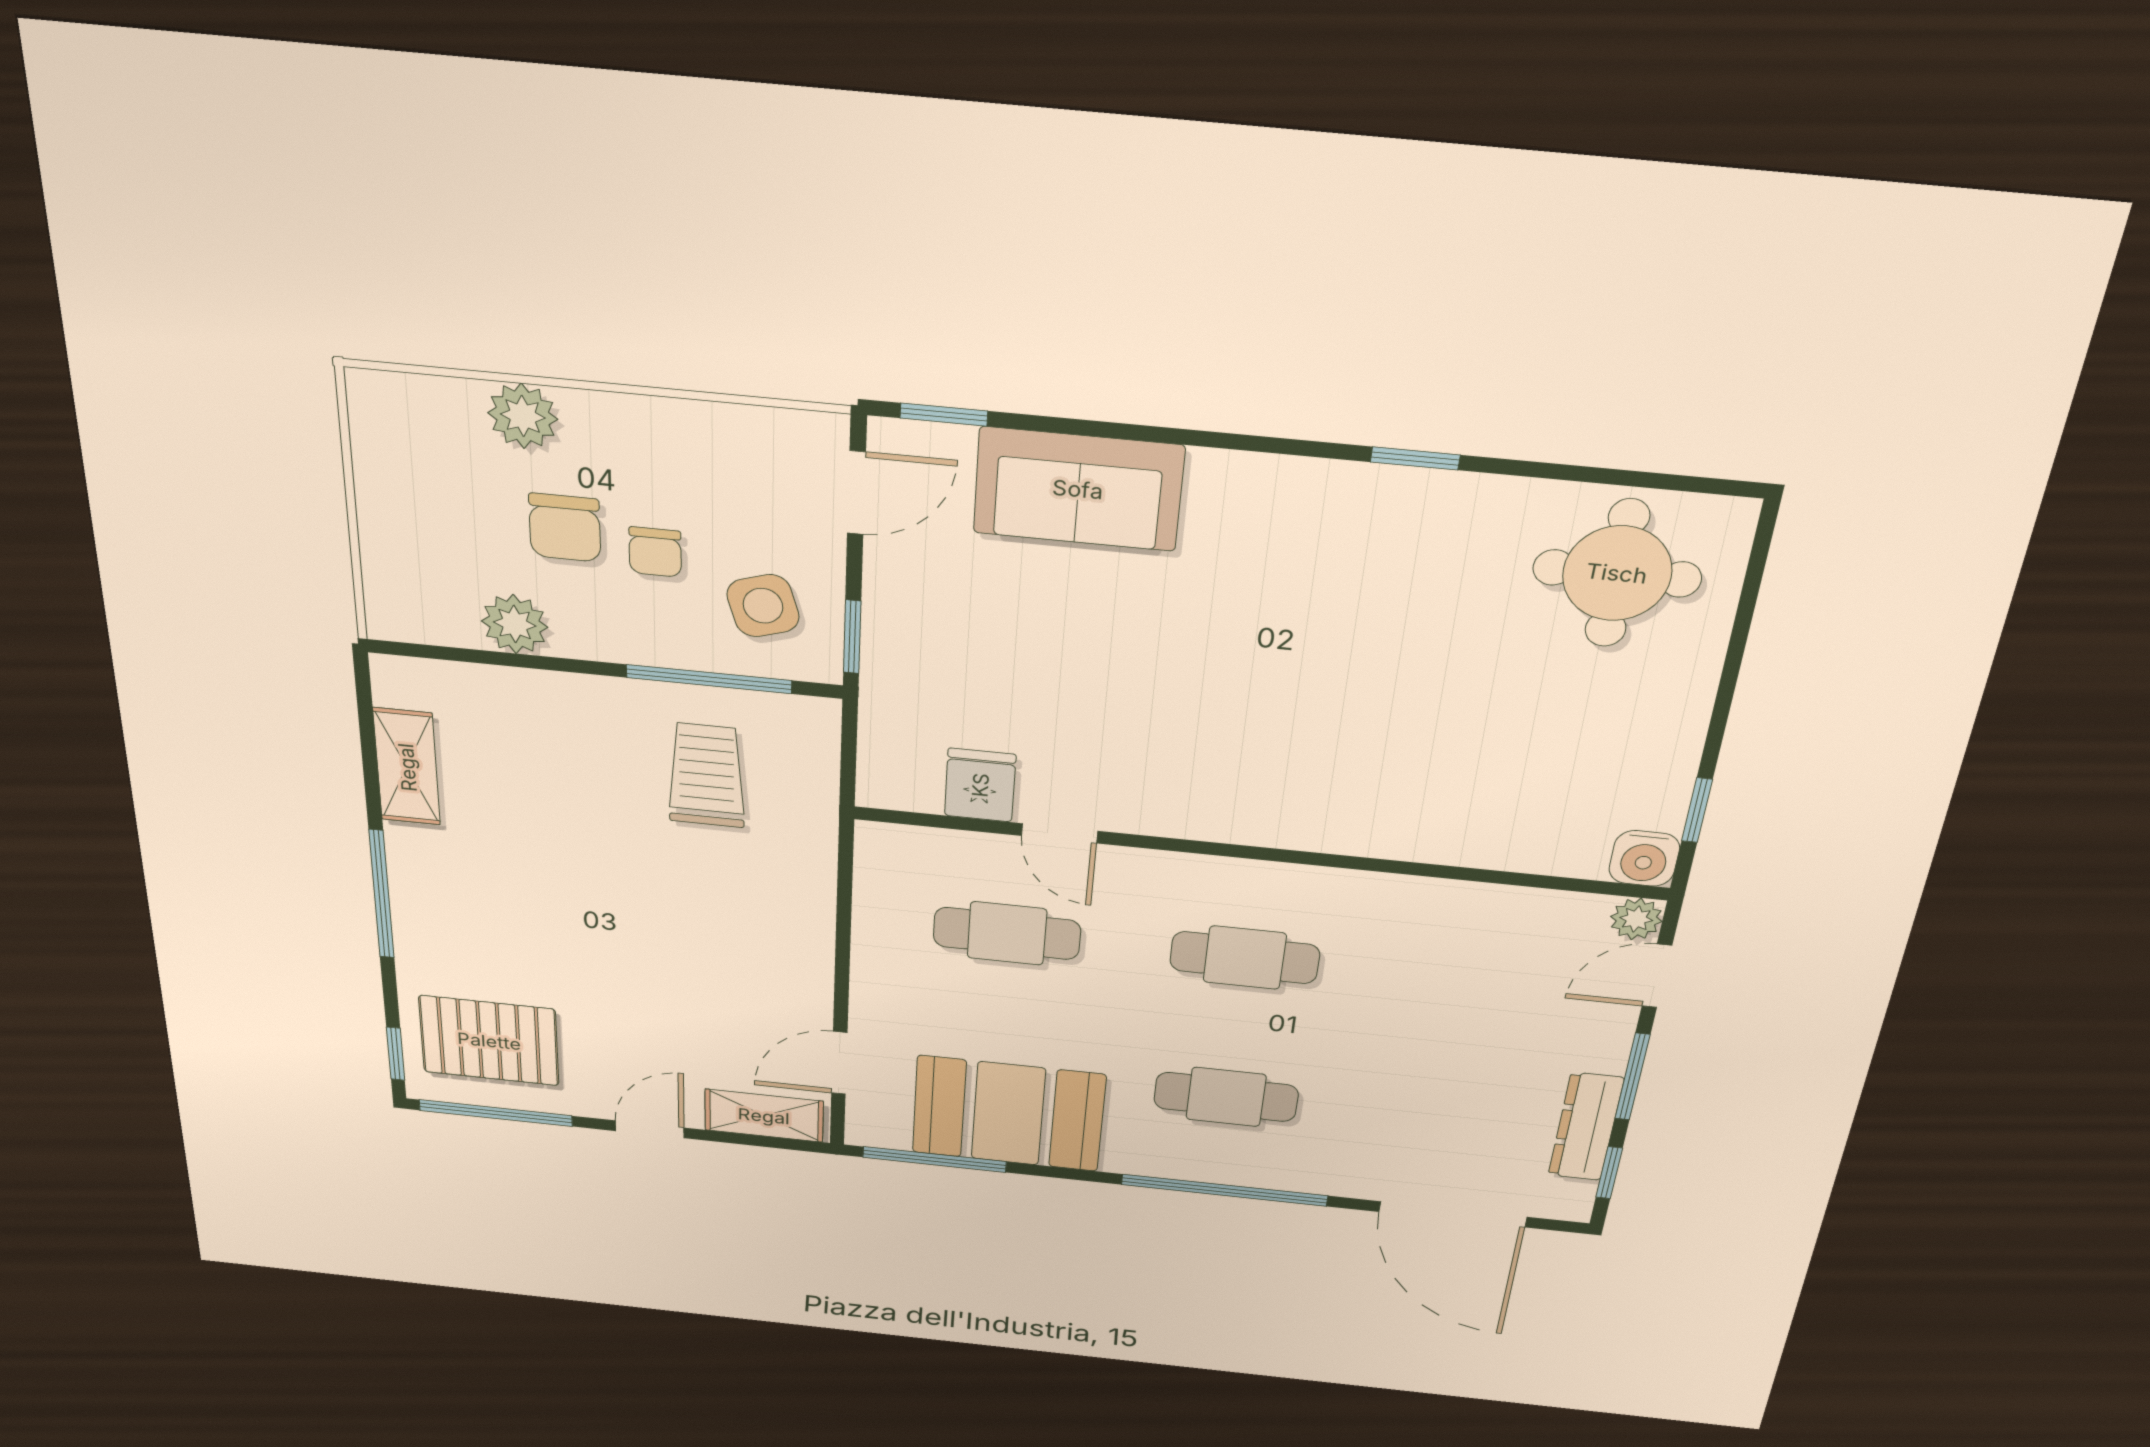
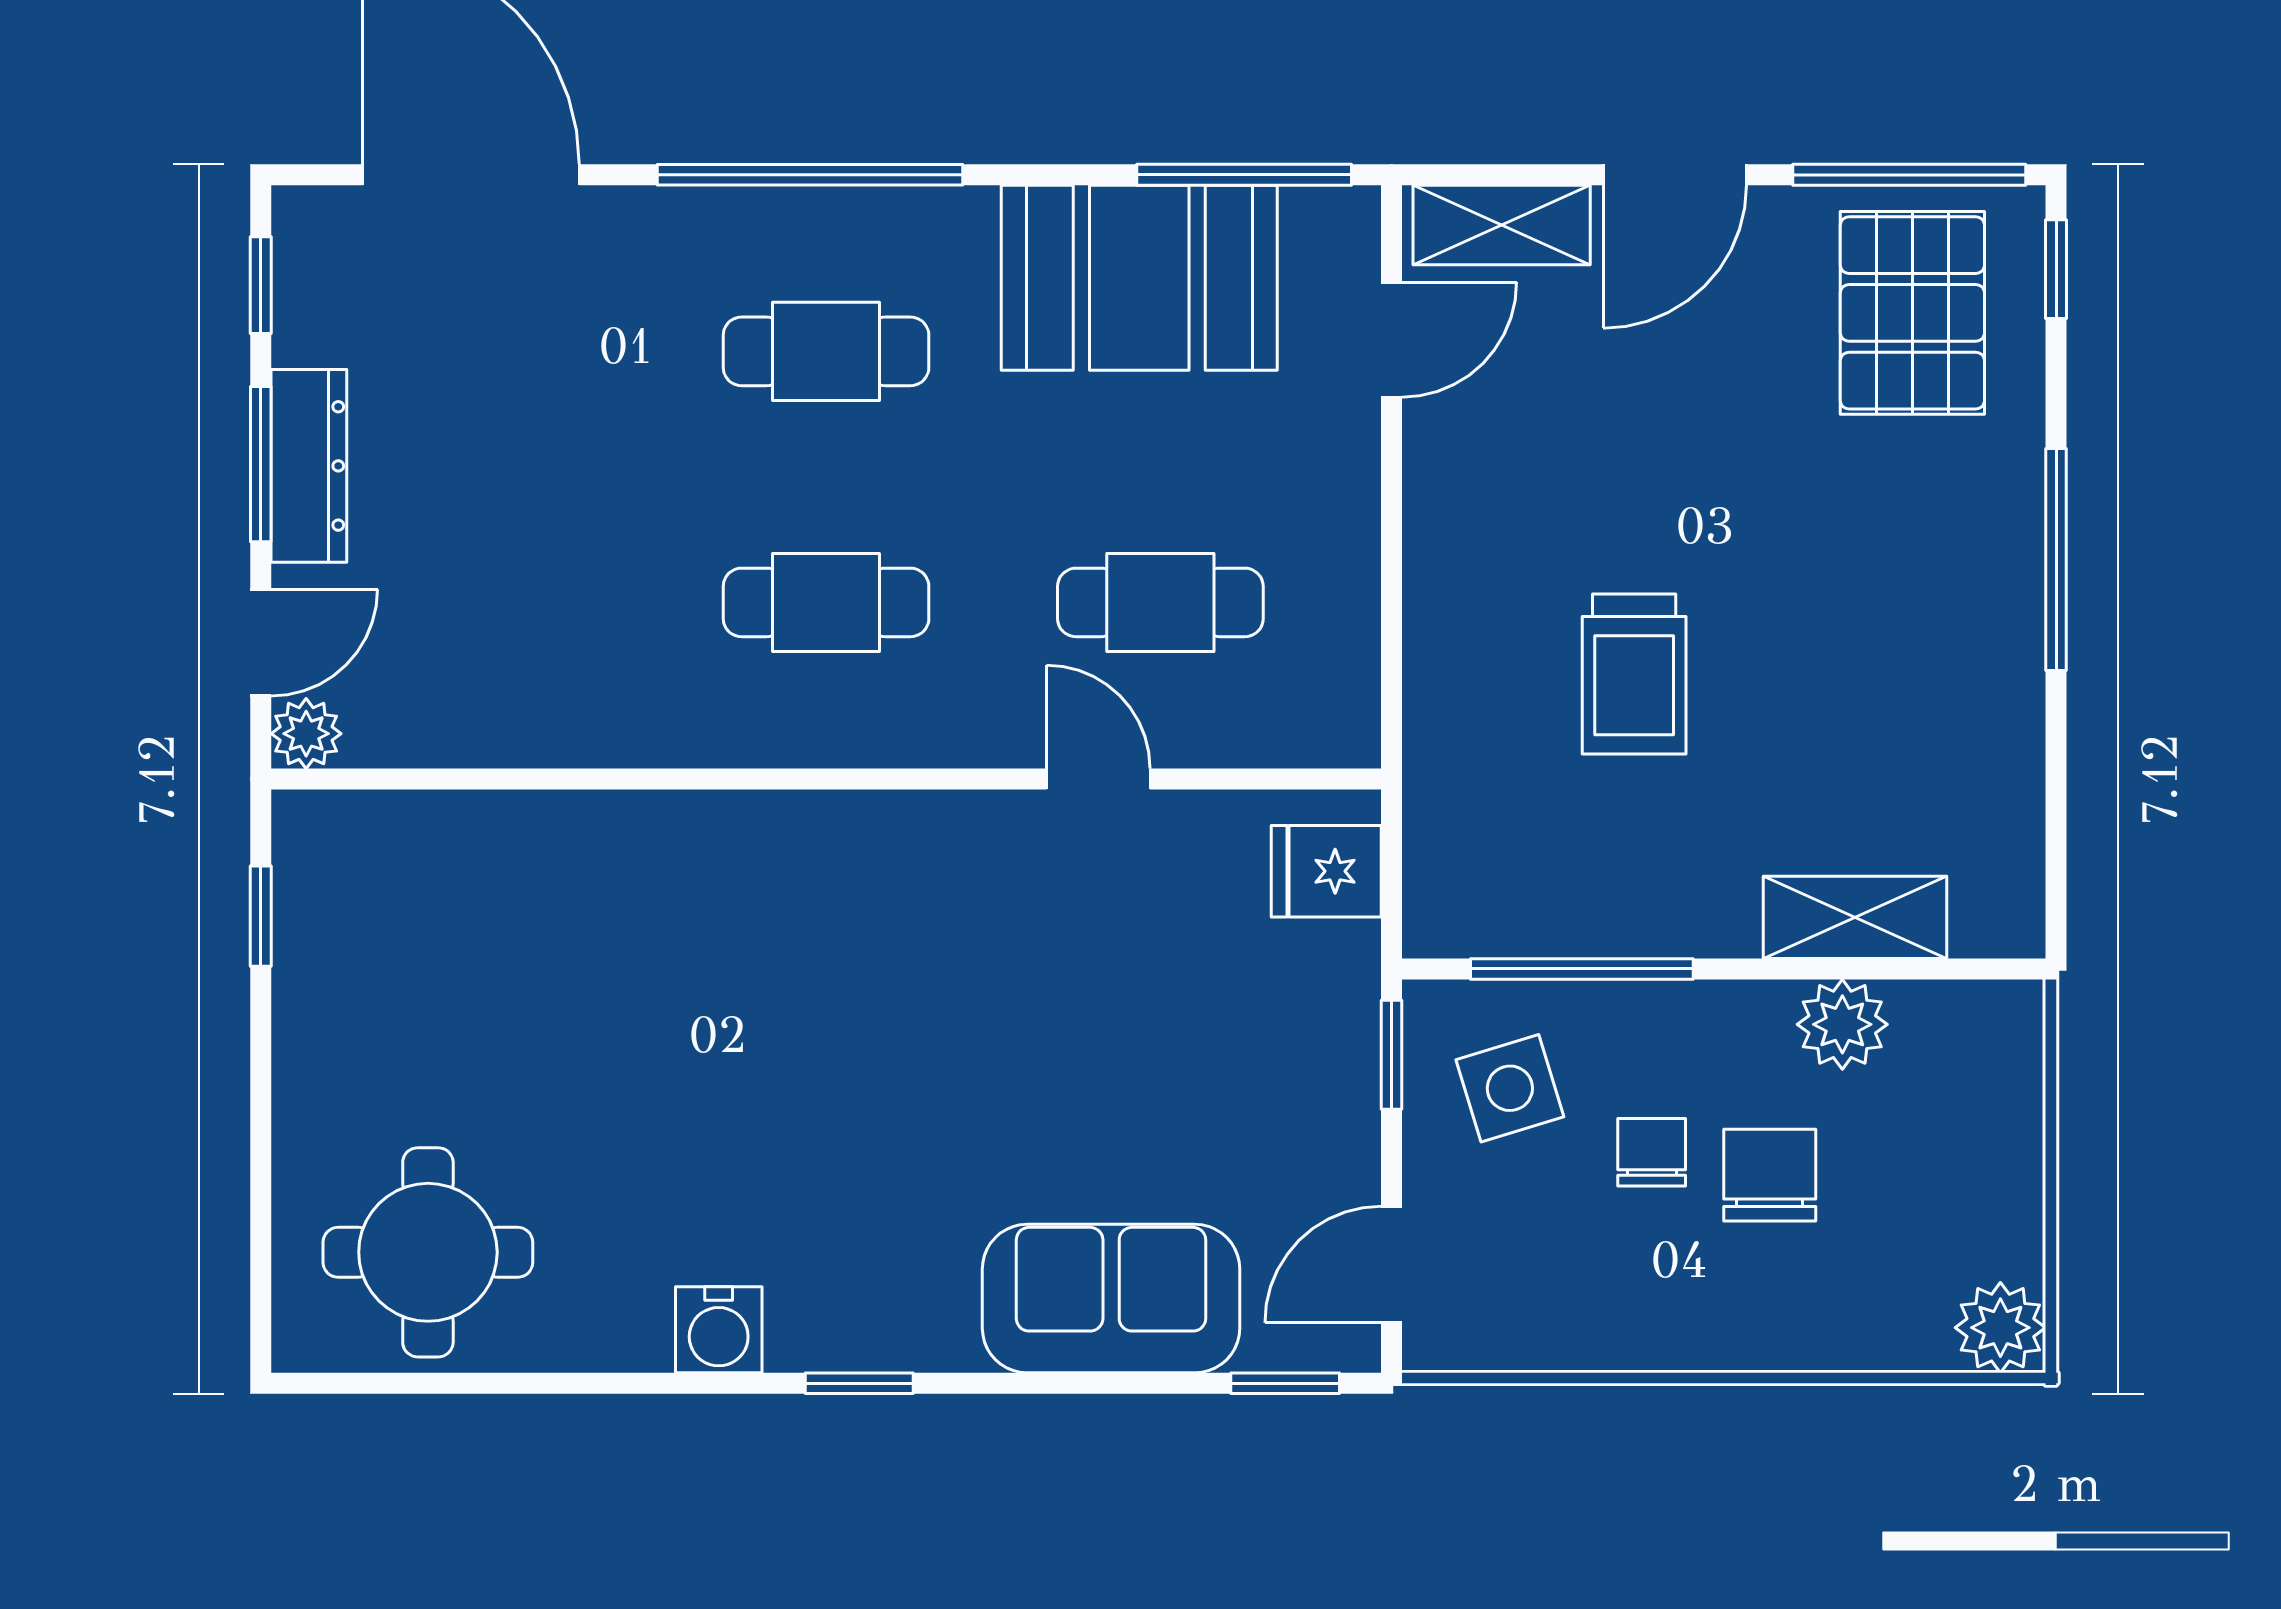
plant: (523, 416) -> (2000, 1328), moved
window: (1415, 458) -> (859, 1383), moved
shelving: (407, 767) -> (1855, 917), moved, turned 90
trolley: (707, 775) -> (1634, 674), moved
fridge: (980, 785) -> (1326, 871), moved, turned 90
water cooler: (1644, 858) -> (719, 1330), moved, turned 180
pallet: (489, 1041) -> (1912, 313), turned 90
dresser: (1586, 1127) -> (309, 466), moved
door: (650, 1129) -> (1675, 175), width x1.38

